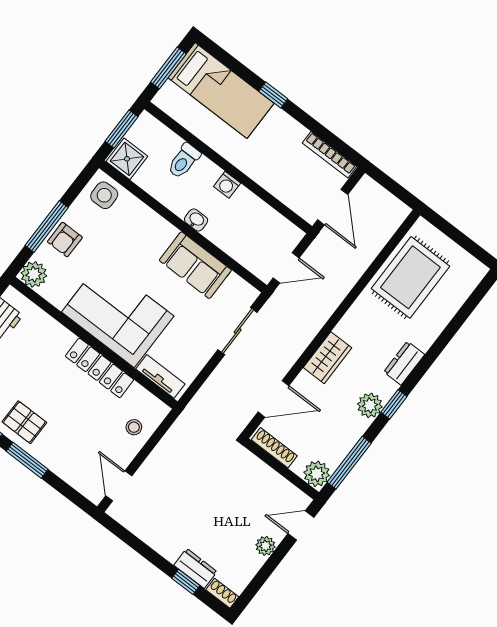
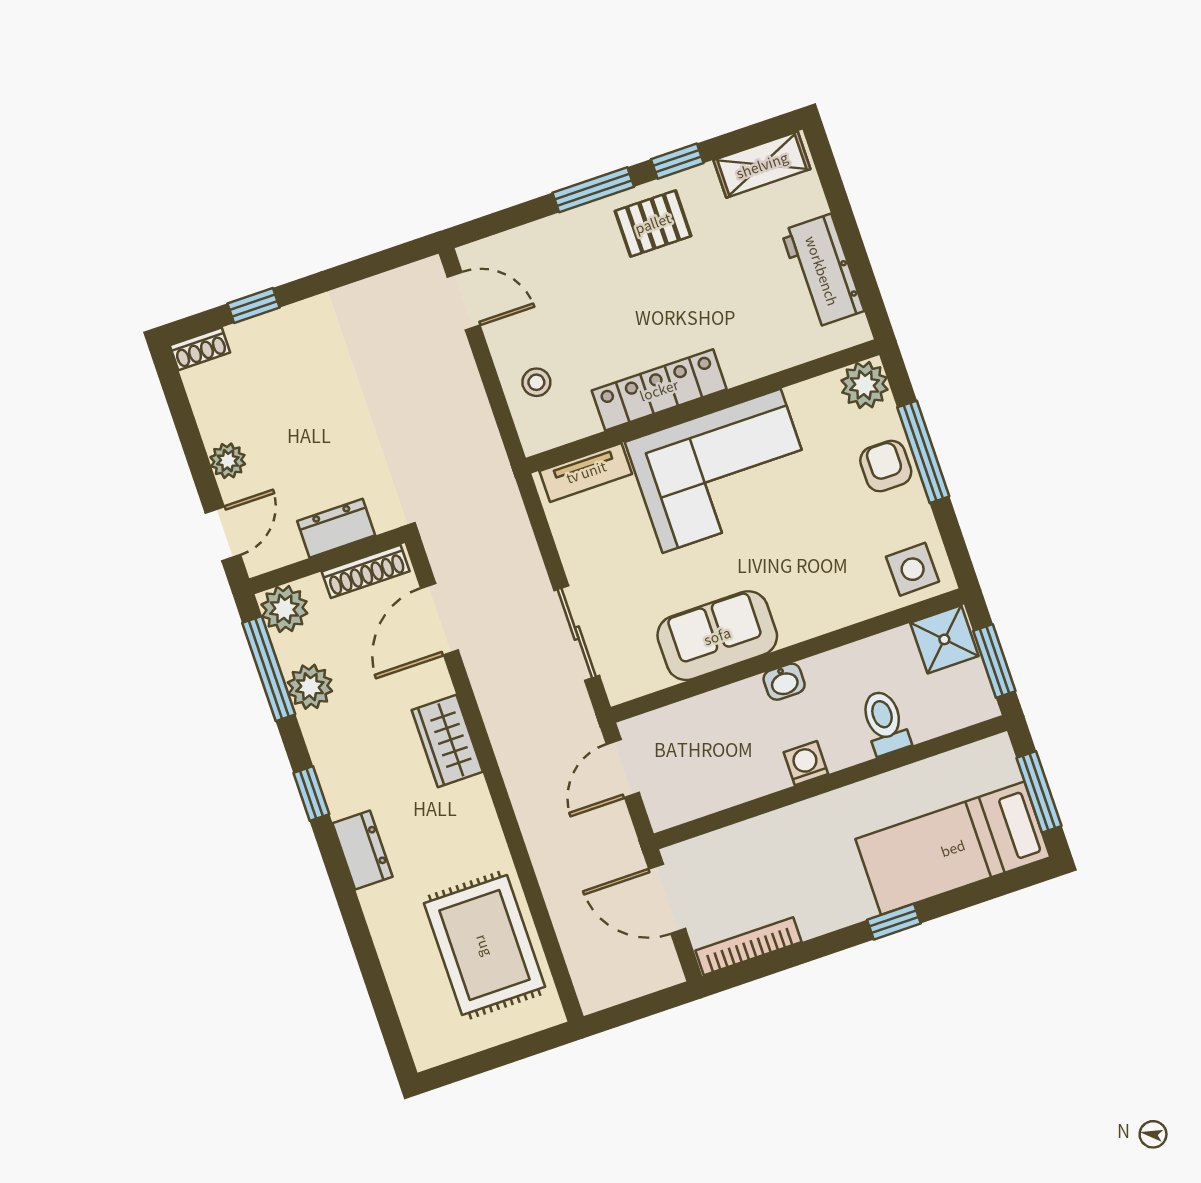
plant: (370, 405) -> (310, 687), moved
dresser: (196, 568) -> (336, 528), moved, turned 180

